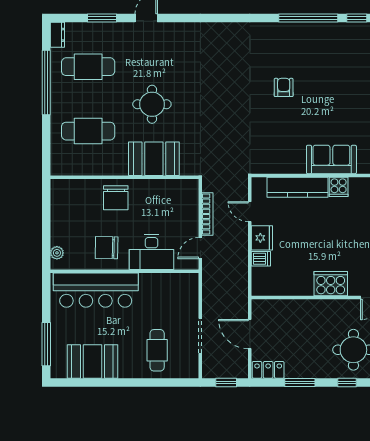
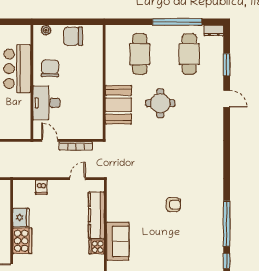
chair: (116, 198) -> (73, 36), moved
fridge: (262, 238) -> (21, 218), moved, turned -90
bar counter: (96, 290) -> (17, 69), width x0.73

